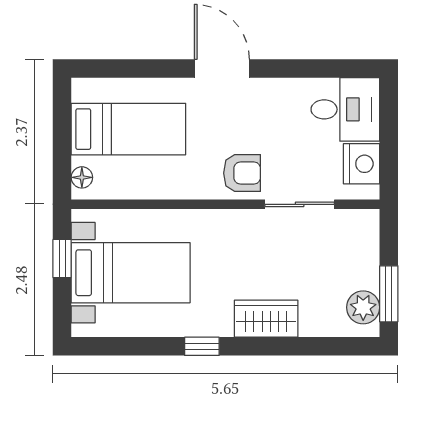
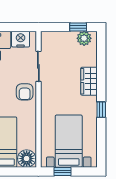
armchair: (242, 173) -> (25, 92), turned 180
floor lamp: (82, 177) -> (27, 159), width x1.89, depth x1.89
window: (389, 294) -> (78, 27), width x0.67

